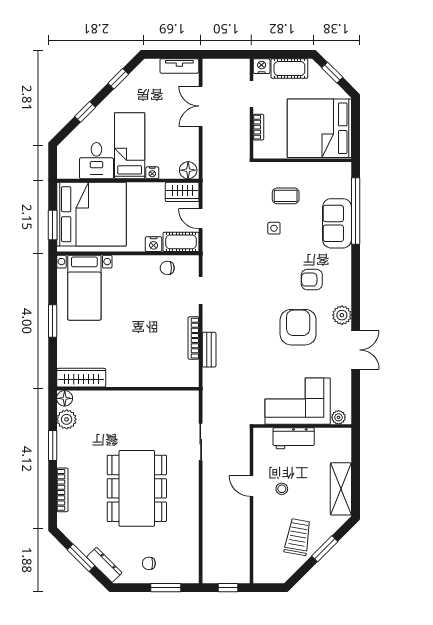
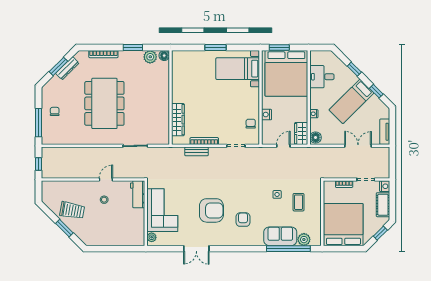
bed: (130, 146) -> (351, 101), moved, turned 135
cot: (181, 242) -> (268, 133), removed
plant: (342, 315) -> (304, 240), moved
wardrobe: (81, 378) -> (178, 120), moved
workbench: (294, 438) -> (138, 194), moved
dining table: (137, 488) -> (104, 103), turned 90
shelving: (341, 489) -> (104, 239), removed
dresser: (104, 565) -> (67, 68), moved
window: (166, 588) -> (39, 123), width x1.44

